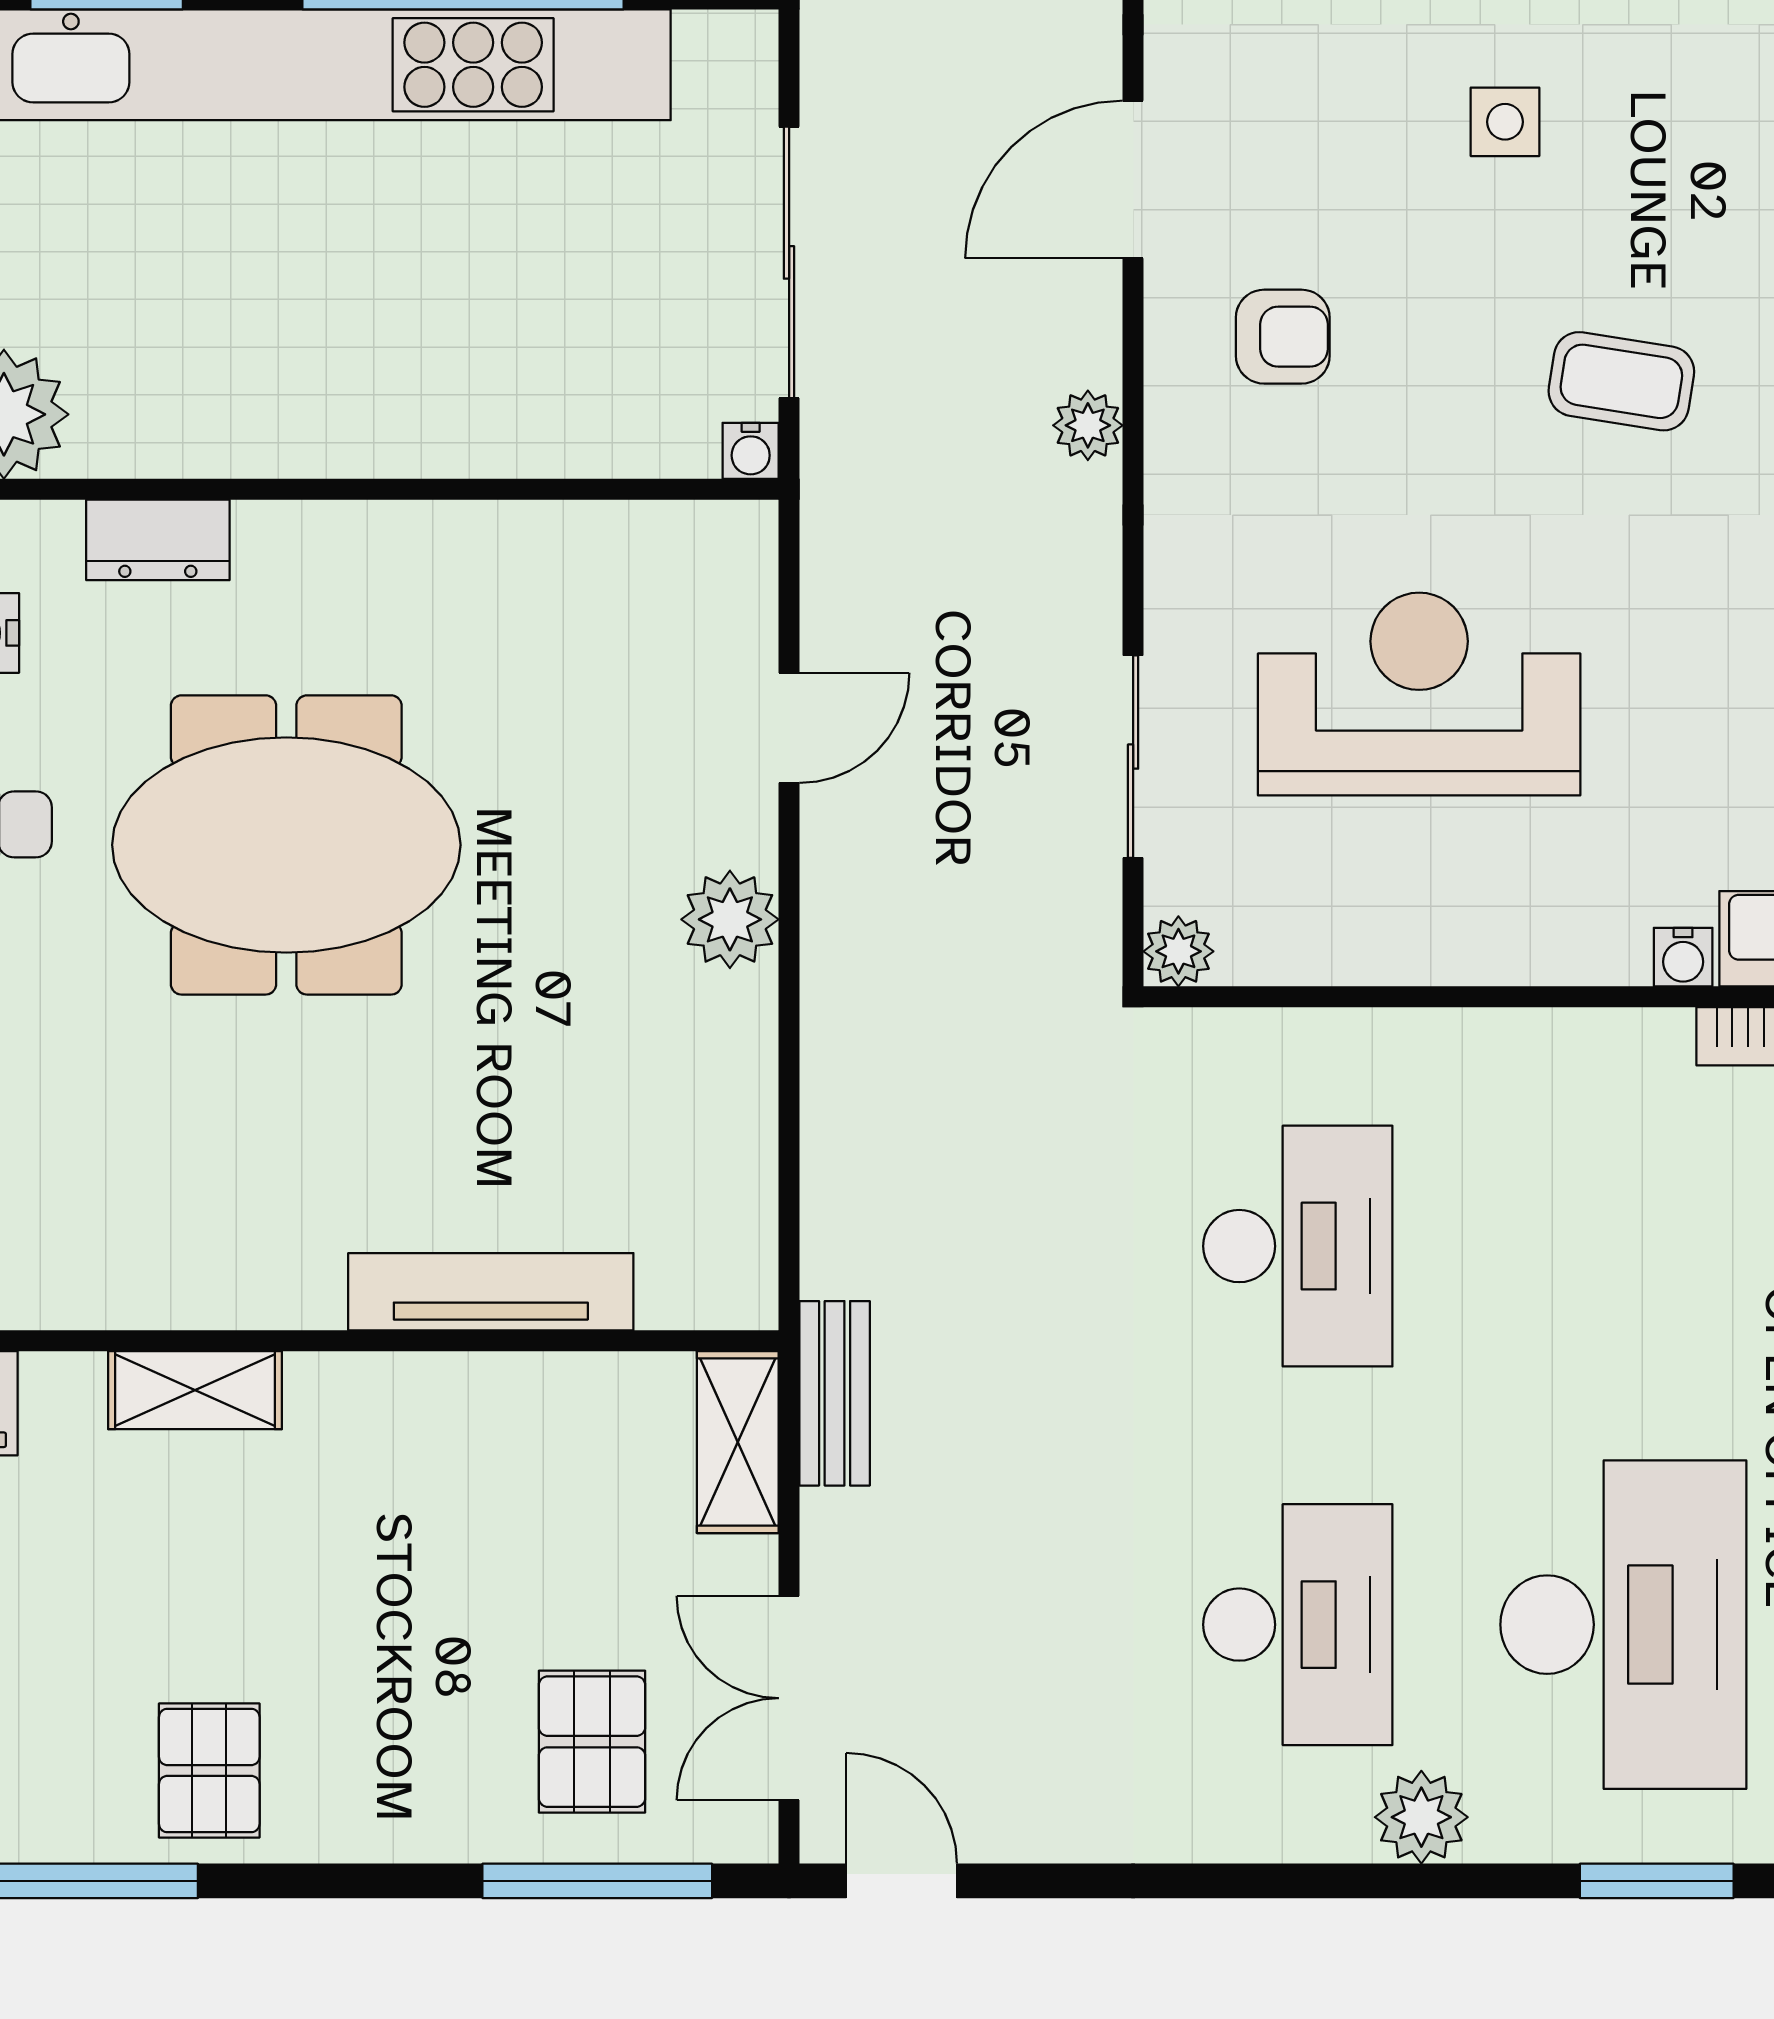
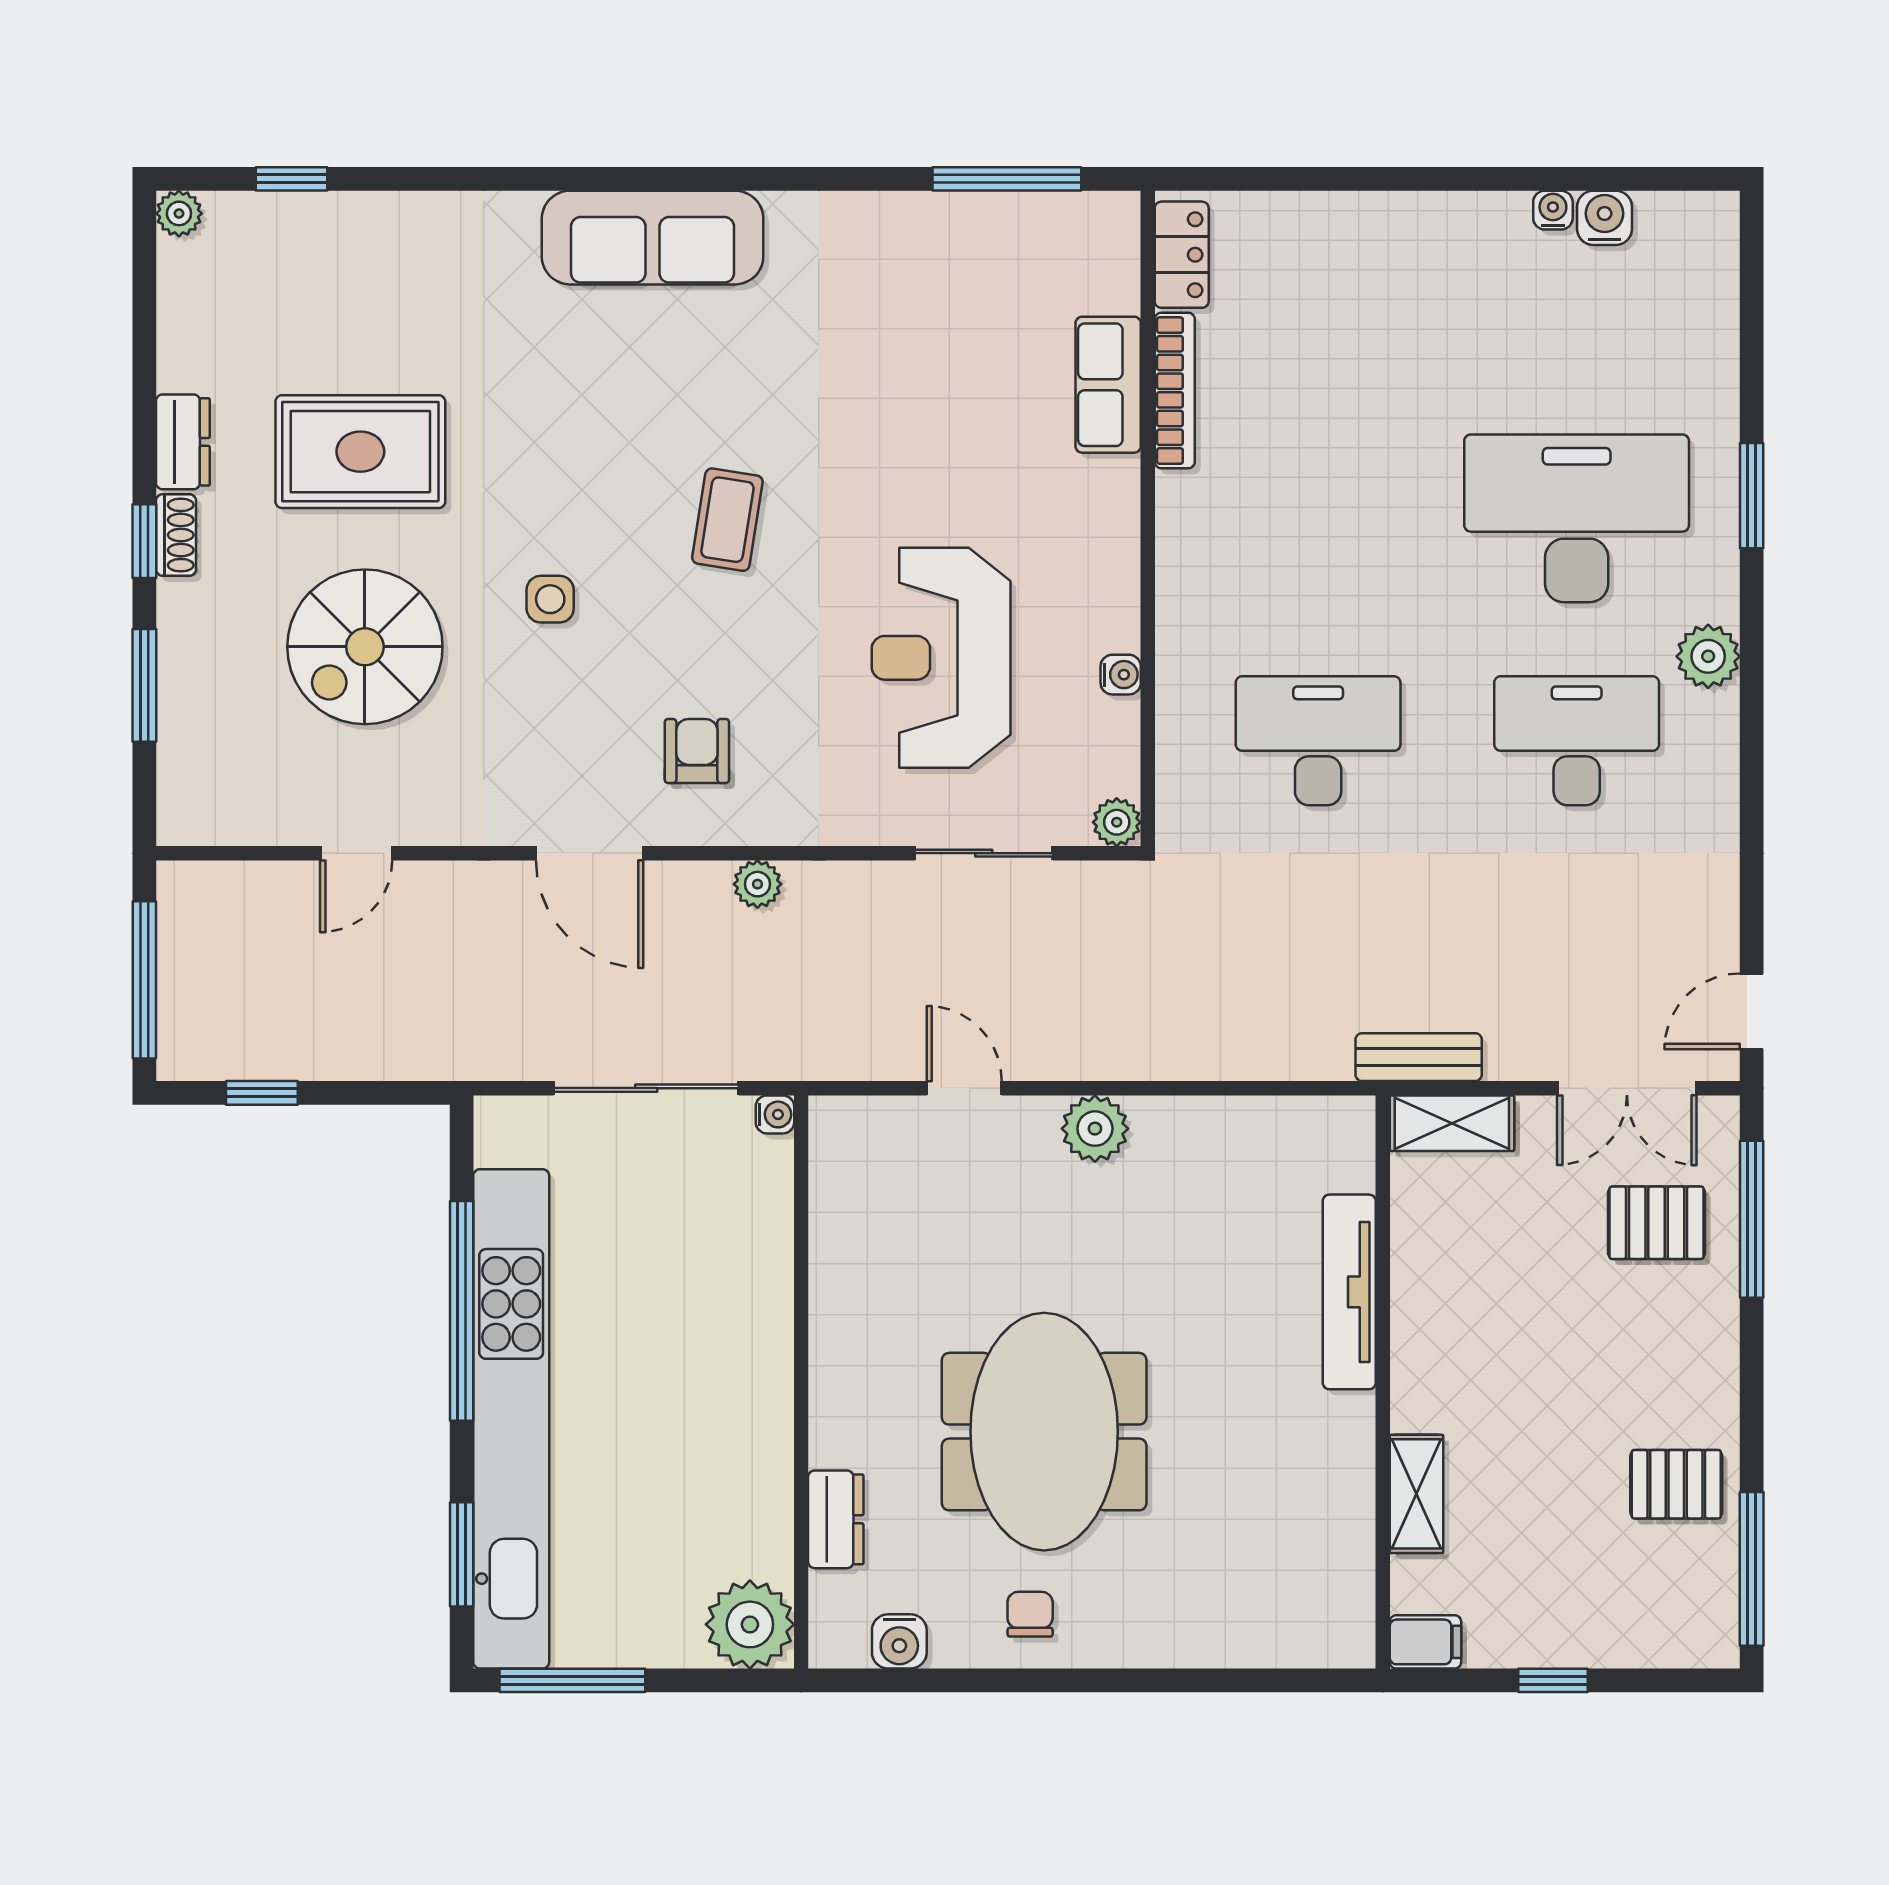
water cooler: (1683, 957) -> (1121, 675), moved

